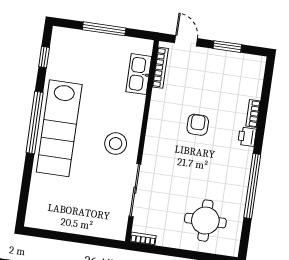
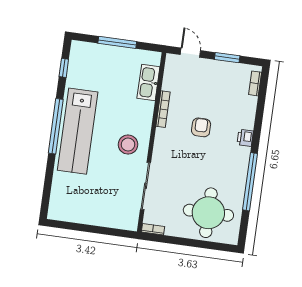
bookcase: (160, 68) -> (163, 109), moved
bookcase: (253, 114) -> (255, 83), moved
round table: (205, 221) -> (208, 213), width x1.36, depth x1.36

